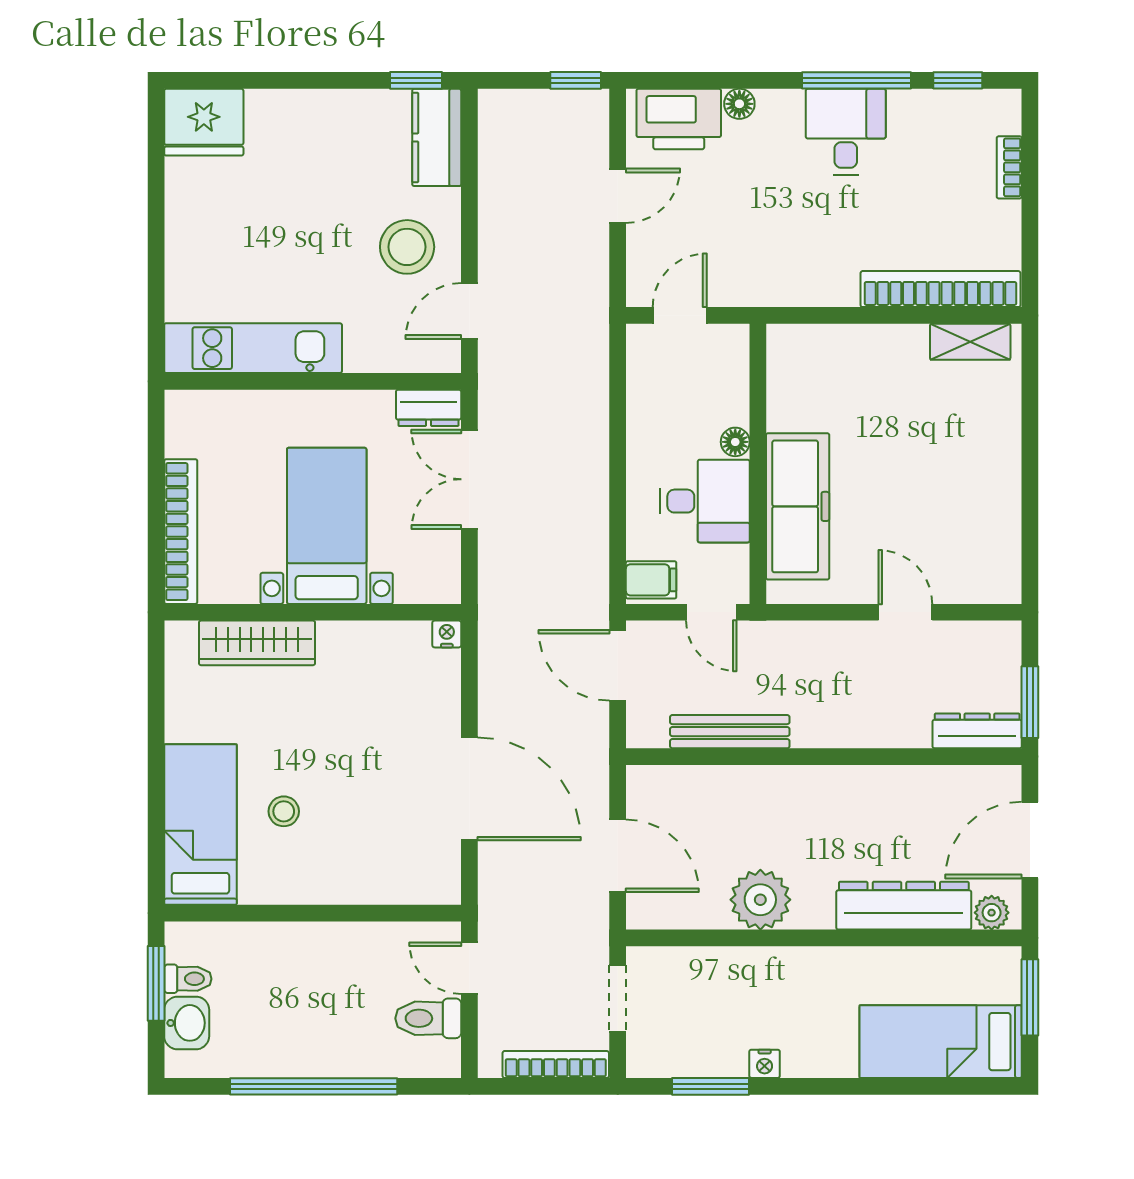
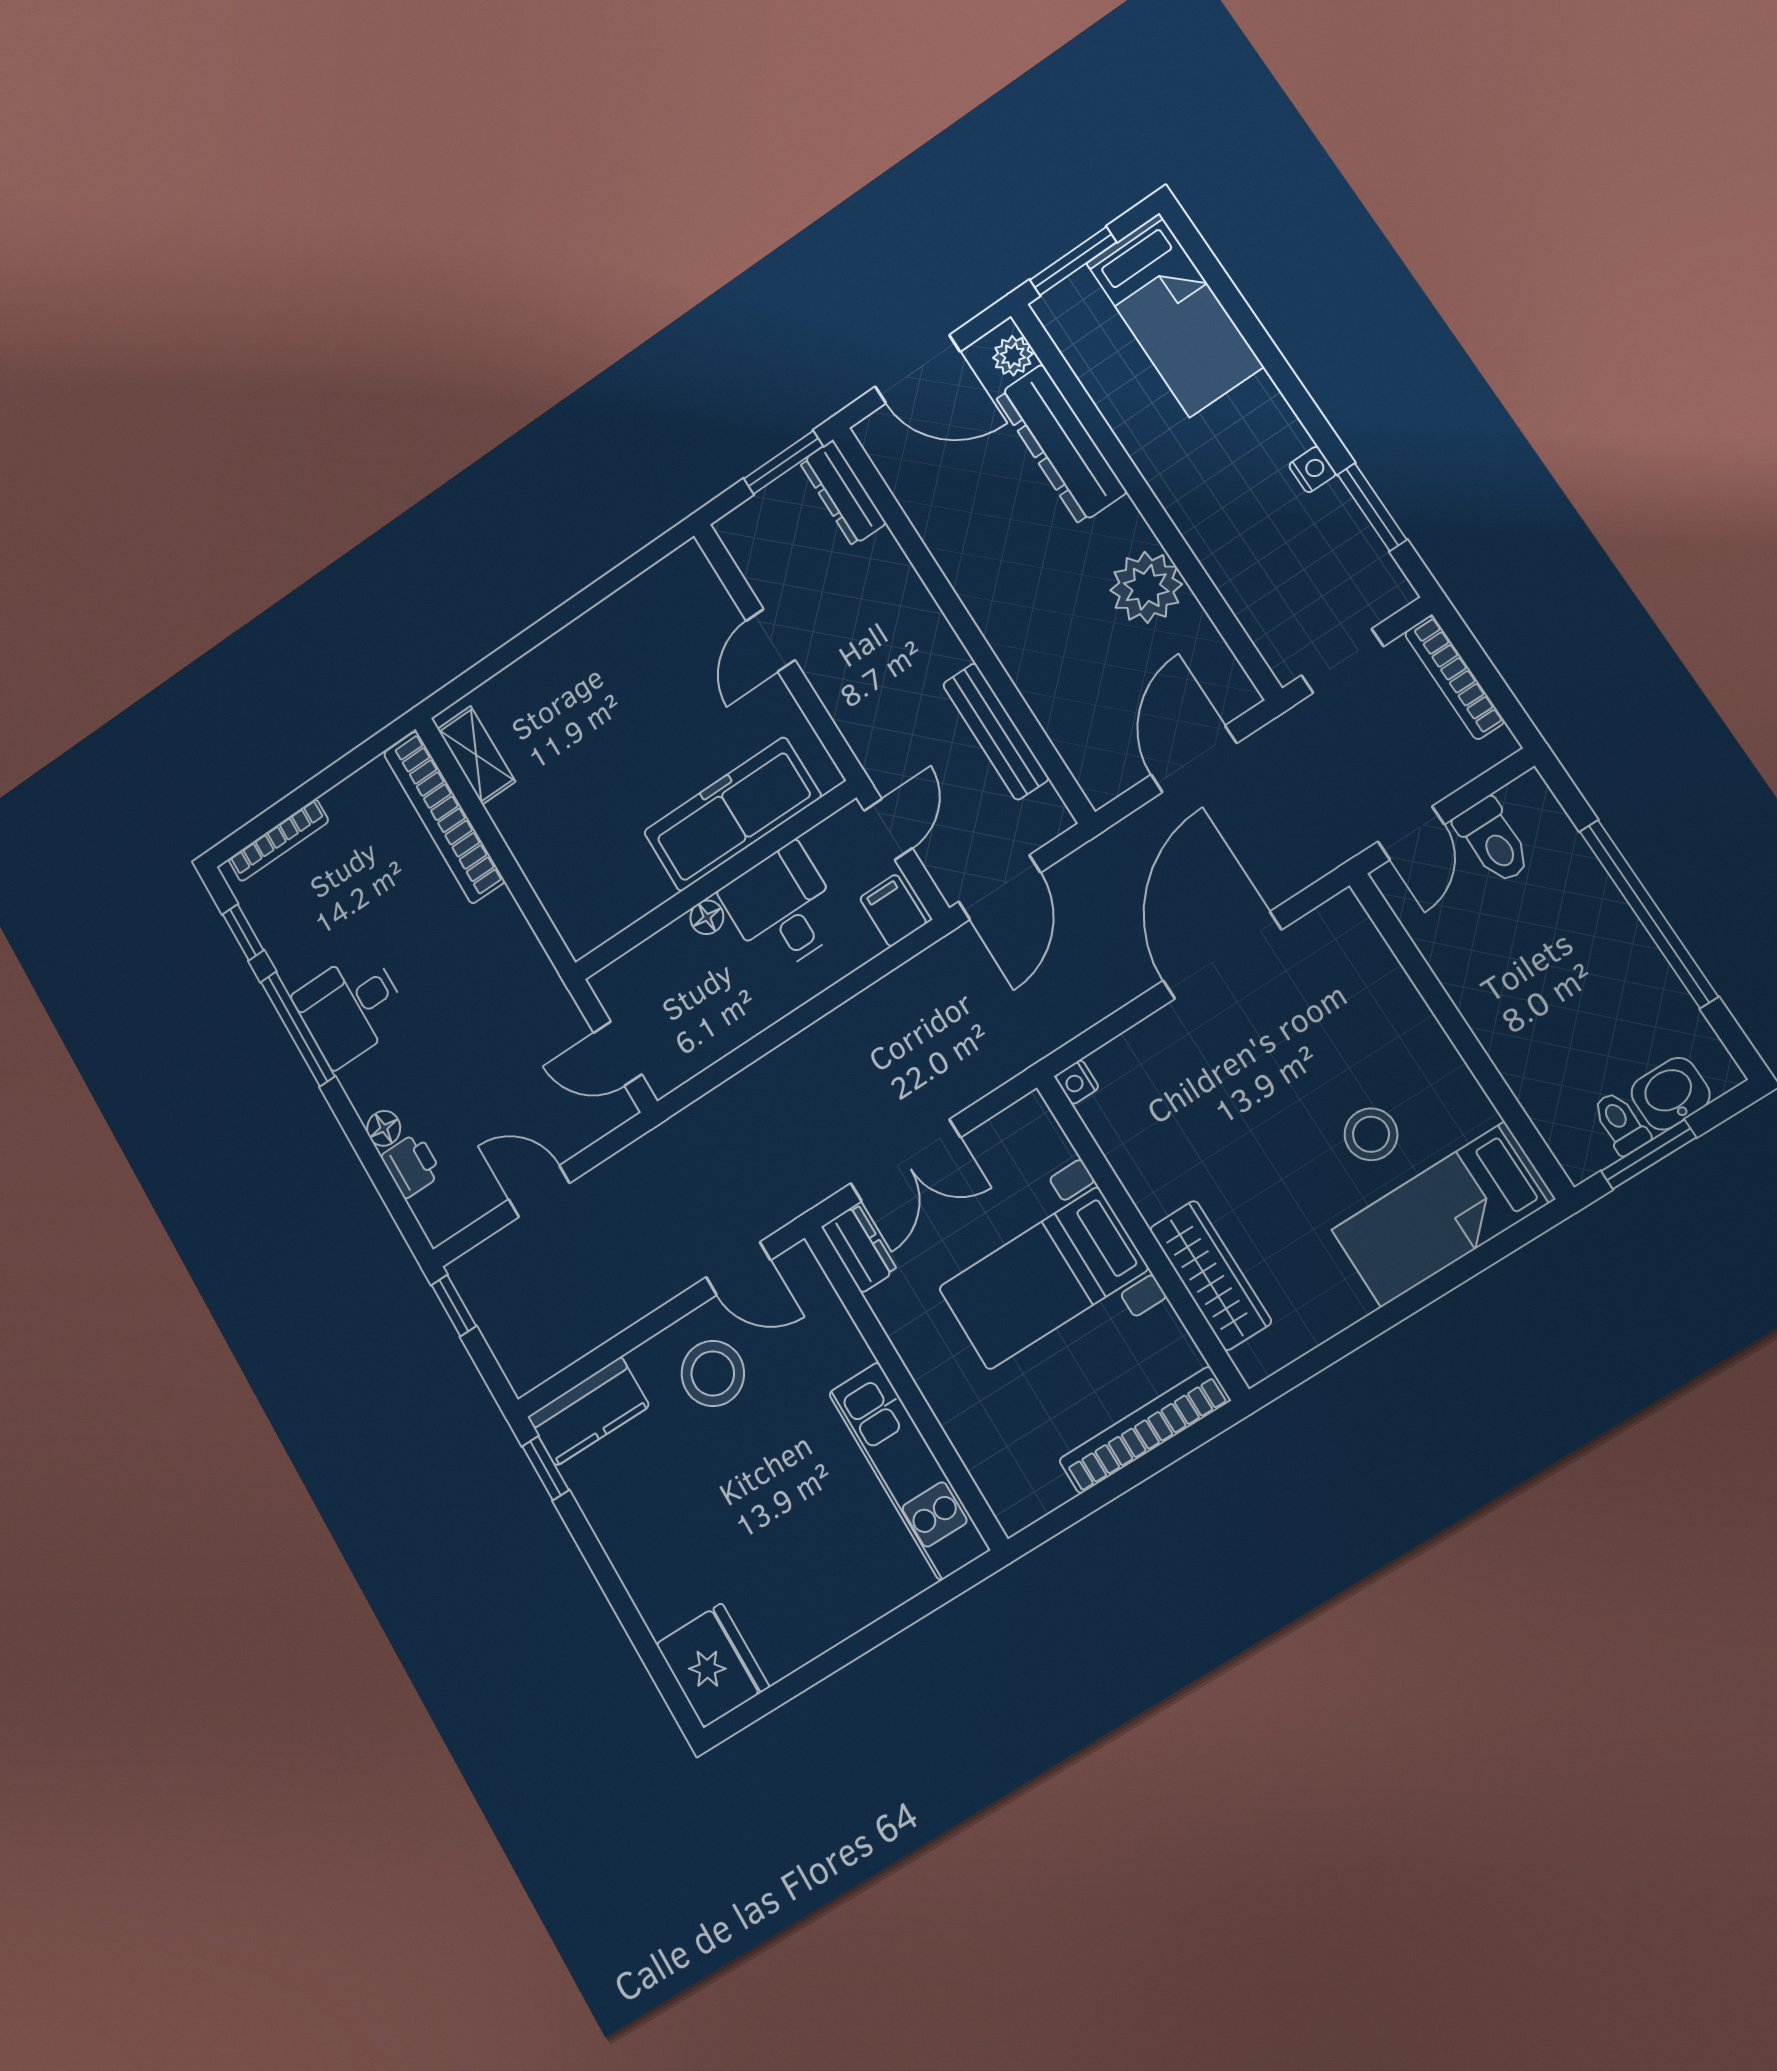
printer: (679, 119) -> (412, 1165), width x0.53, depth x0.68
bookcase: (1009, 167) -> (278, 840), width x1.56
stool: (284, 811) -> (1371, 1134), width x1.37, depth x1.37

